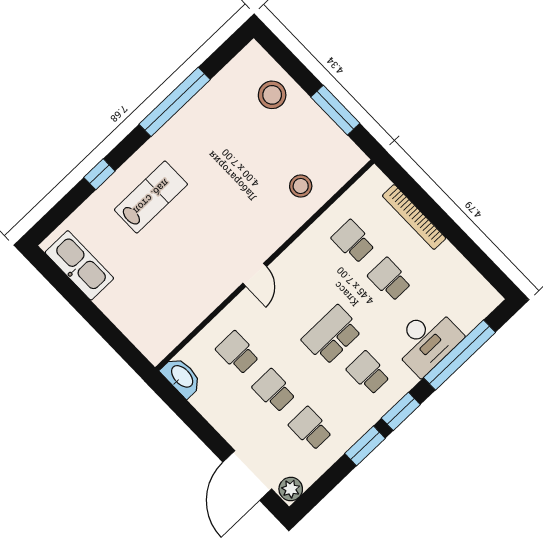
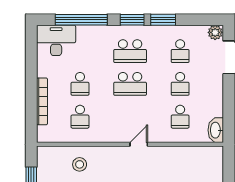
desk: (427, 341) -> (56, 40), moved
school desk: (368, 373) -> (130, 51), width x1.85

